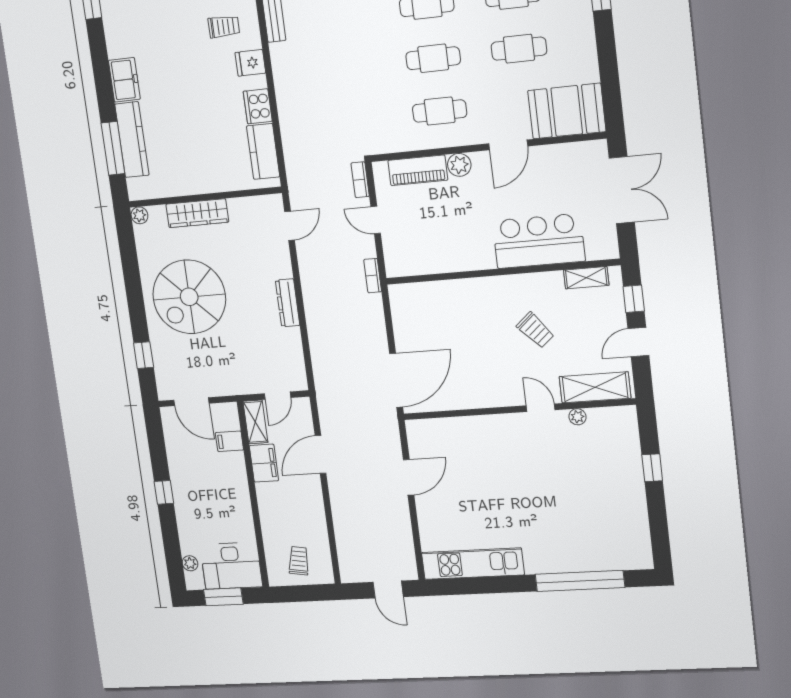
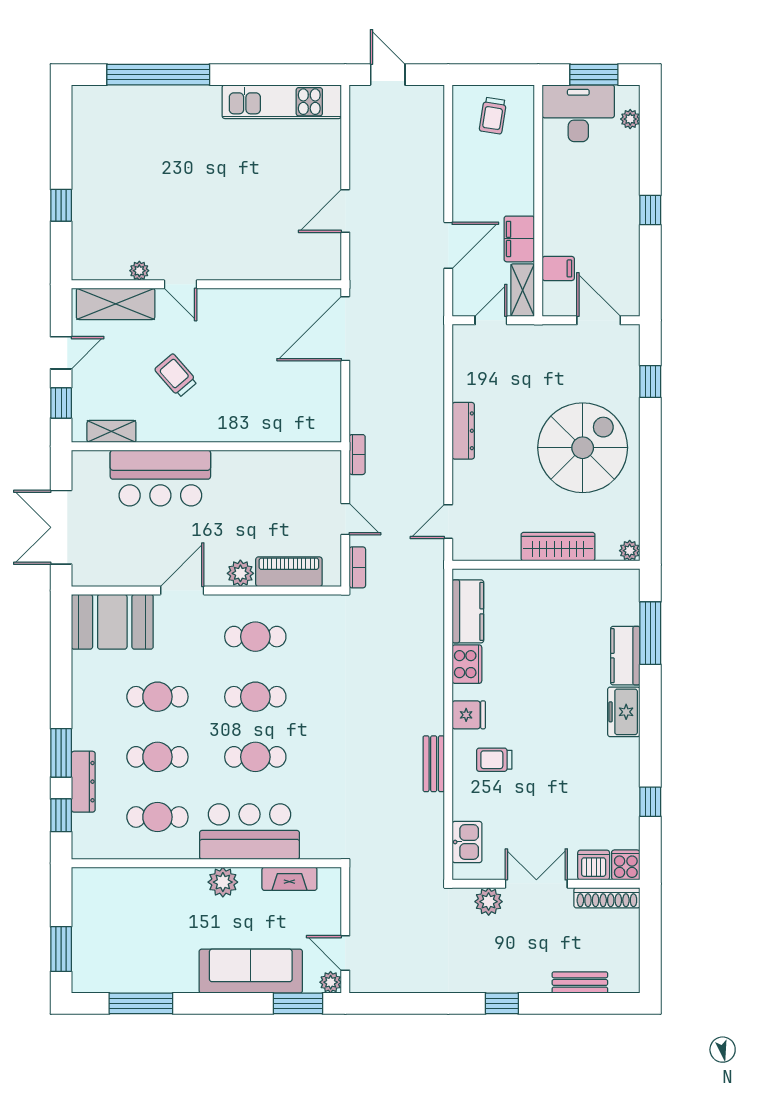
kitchen counter: (132, 140) -> (625, 656), width x0.67

